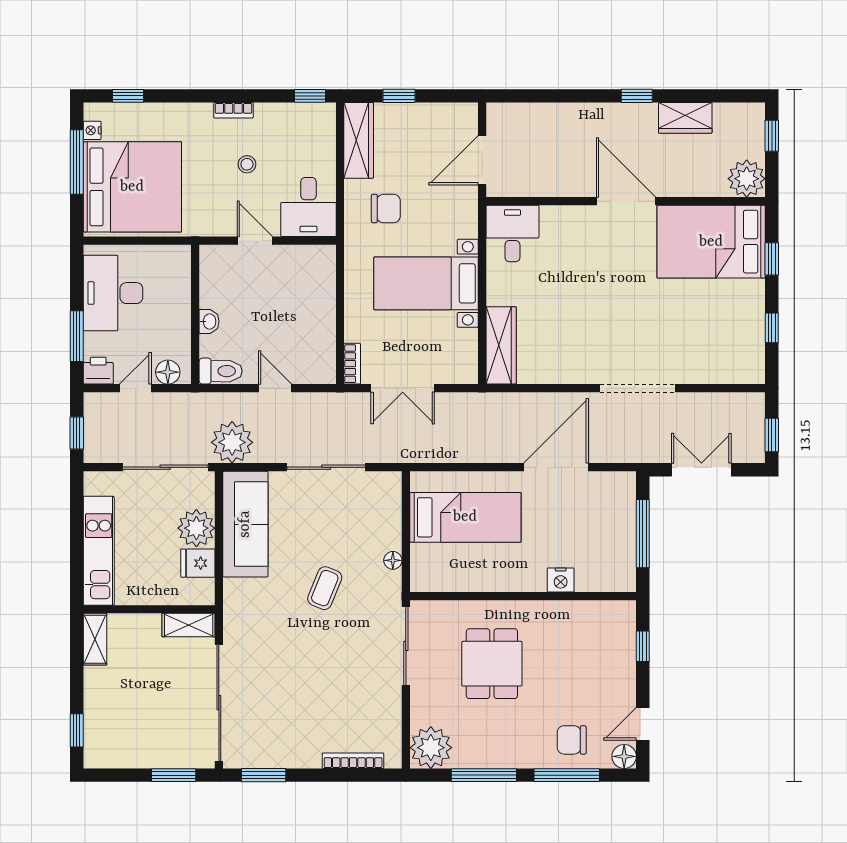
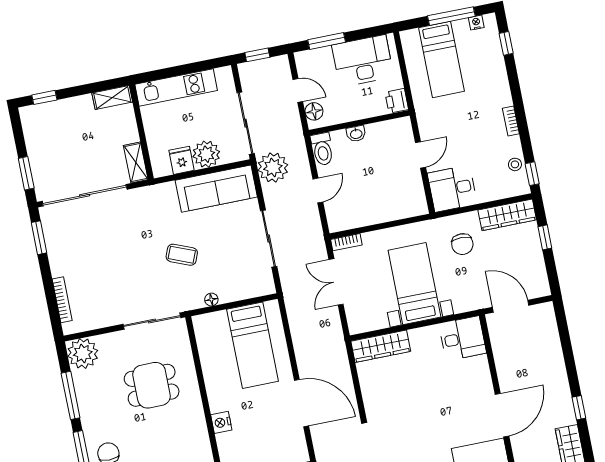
stool: (247, 164) -> (515, 164), moved
bed: (132, 187) -> (442, 60), width x0.49
printer: (98, 371) -> (397, 101), moved, turned 180

